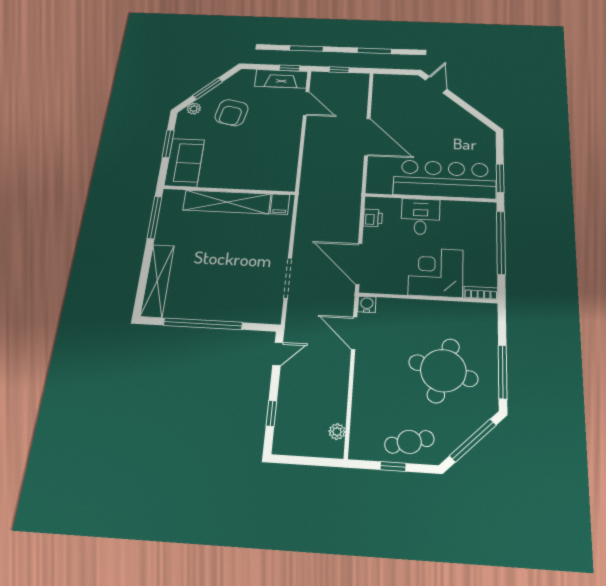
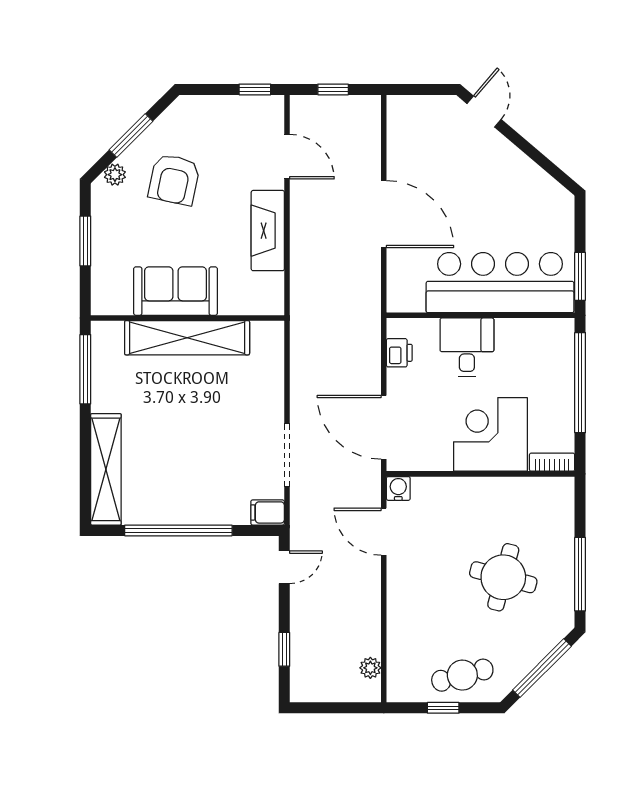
fireplace: (281, 79) -> (268, 231), moved, turned 90
sofa: (184, 163) -> (176, 291), moved, turned -90
filing cabinet: (280, 204) -> (268, 512), moved, turned 90
round table: (443, 371) -> (503, 577), width x0.73, depth x0.73

